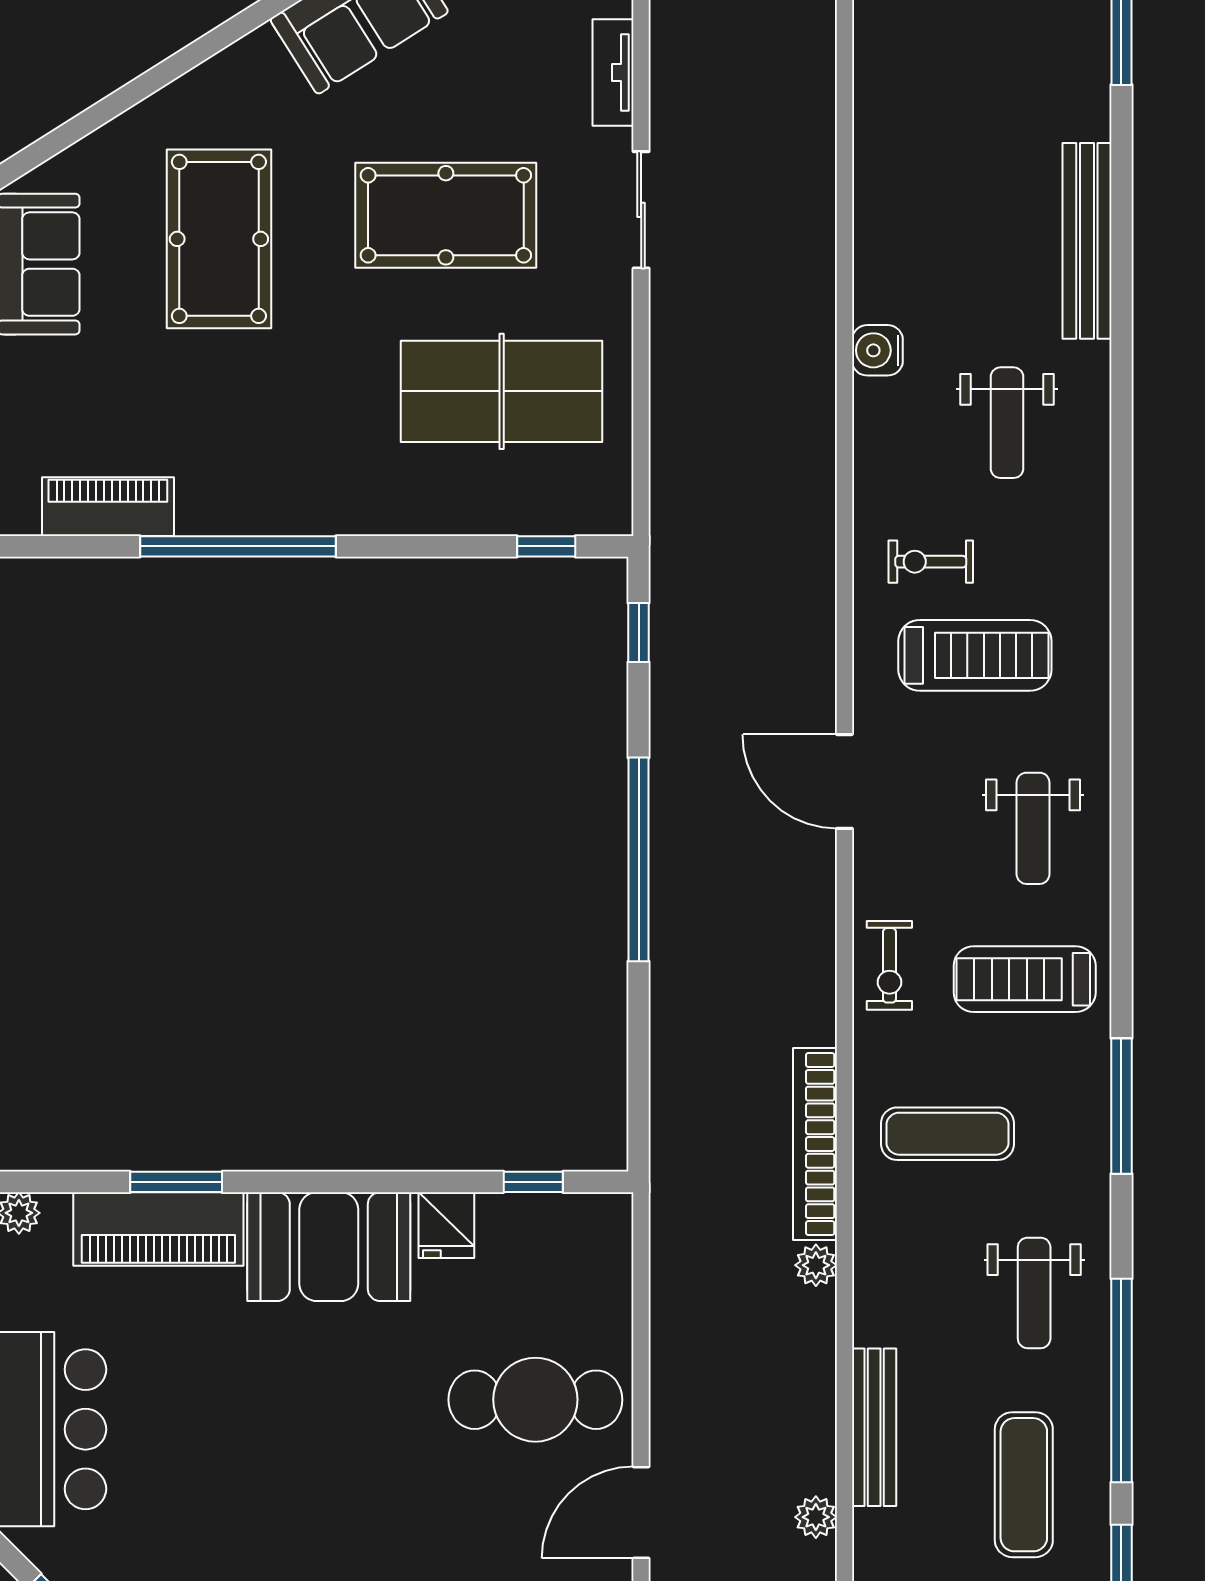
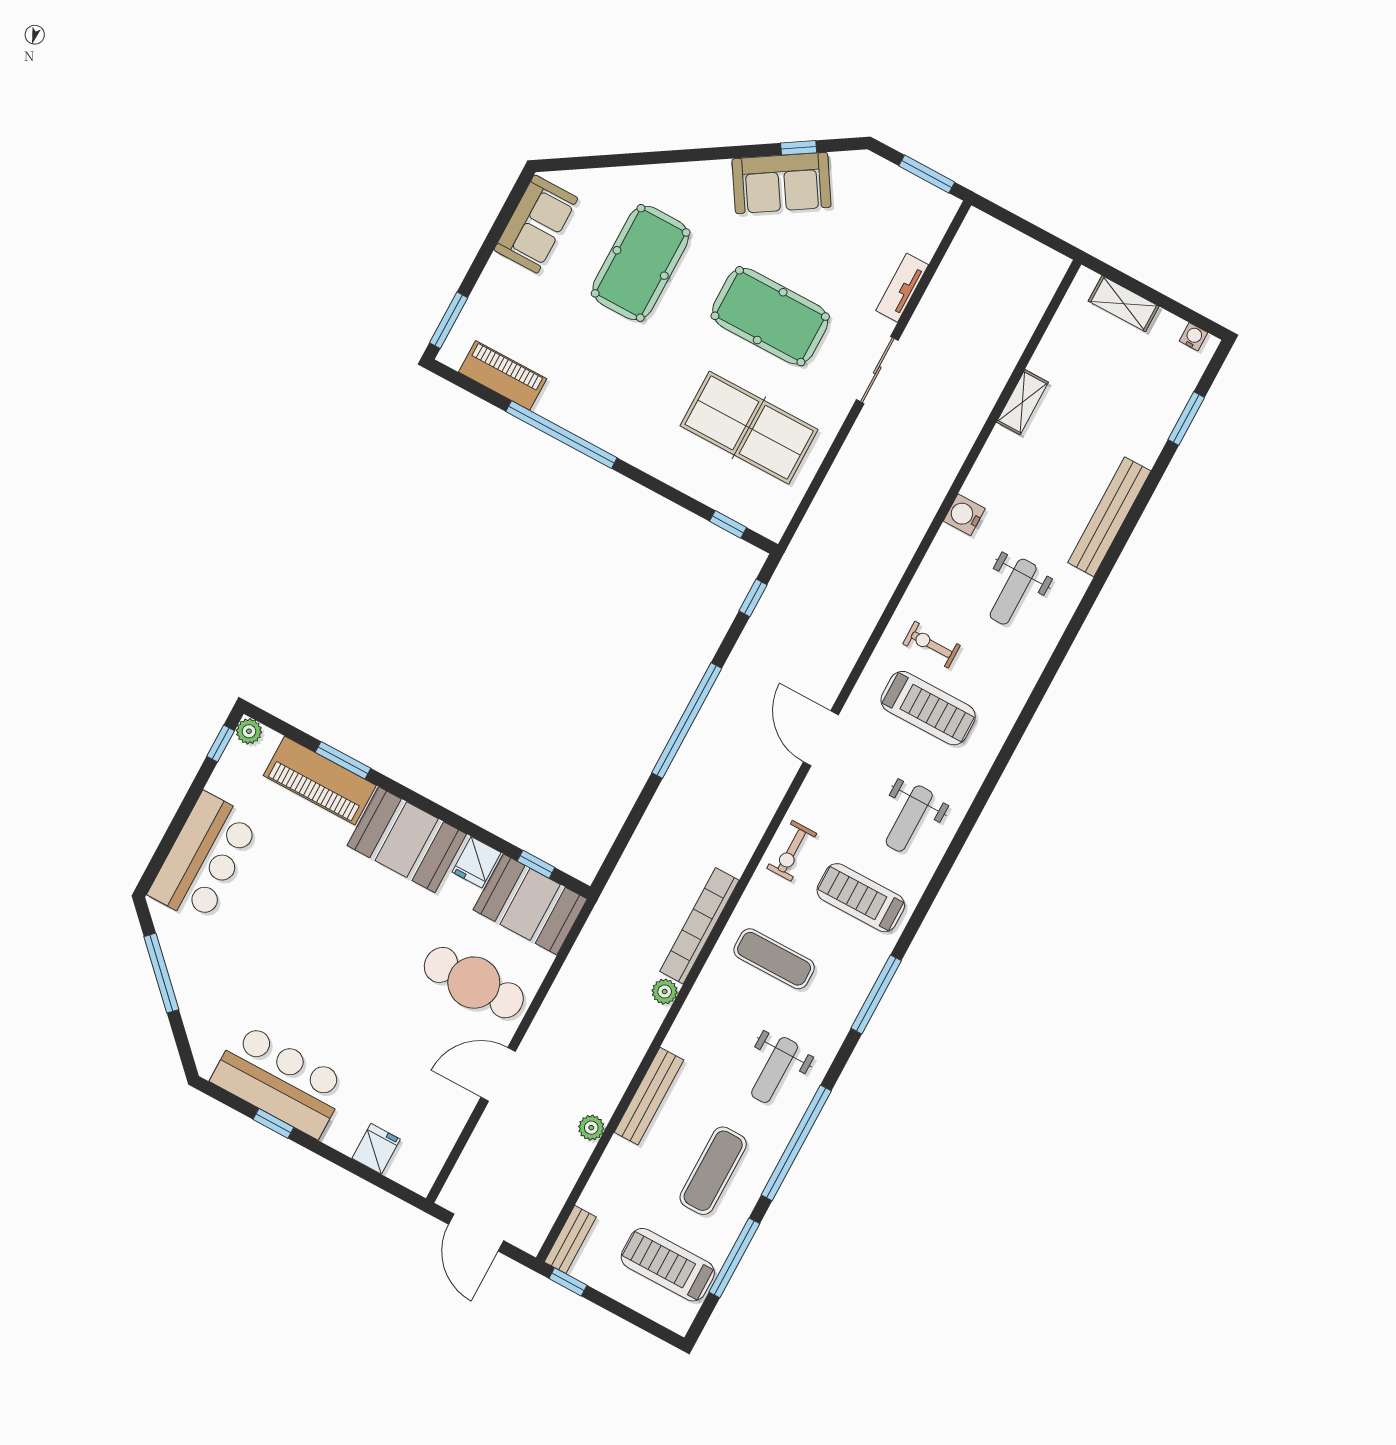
shelving: (874, 144) -> (1022, 402), added
booth: (556, 1244) -> (530, 904), added

